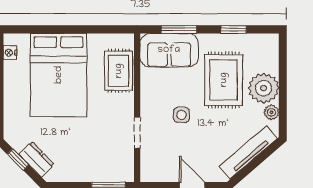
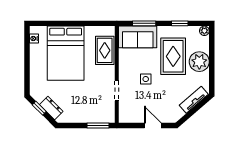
plant: (271, 112) -> (204, 31), moved
tv unit: (248, 152) -> (194, 100), width x0.71

